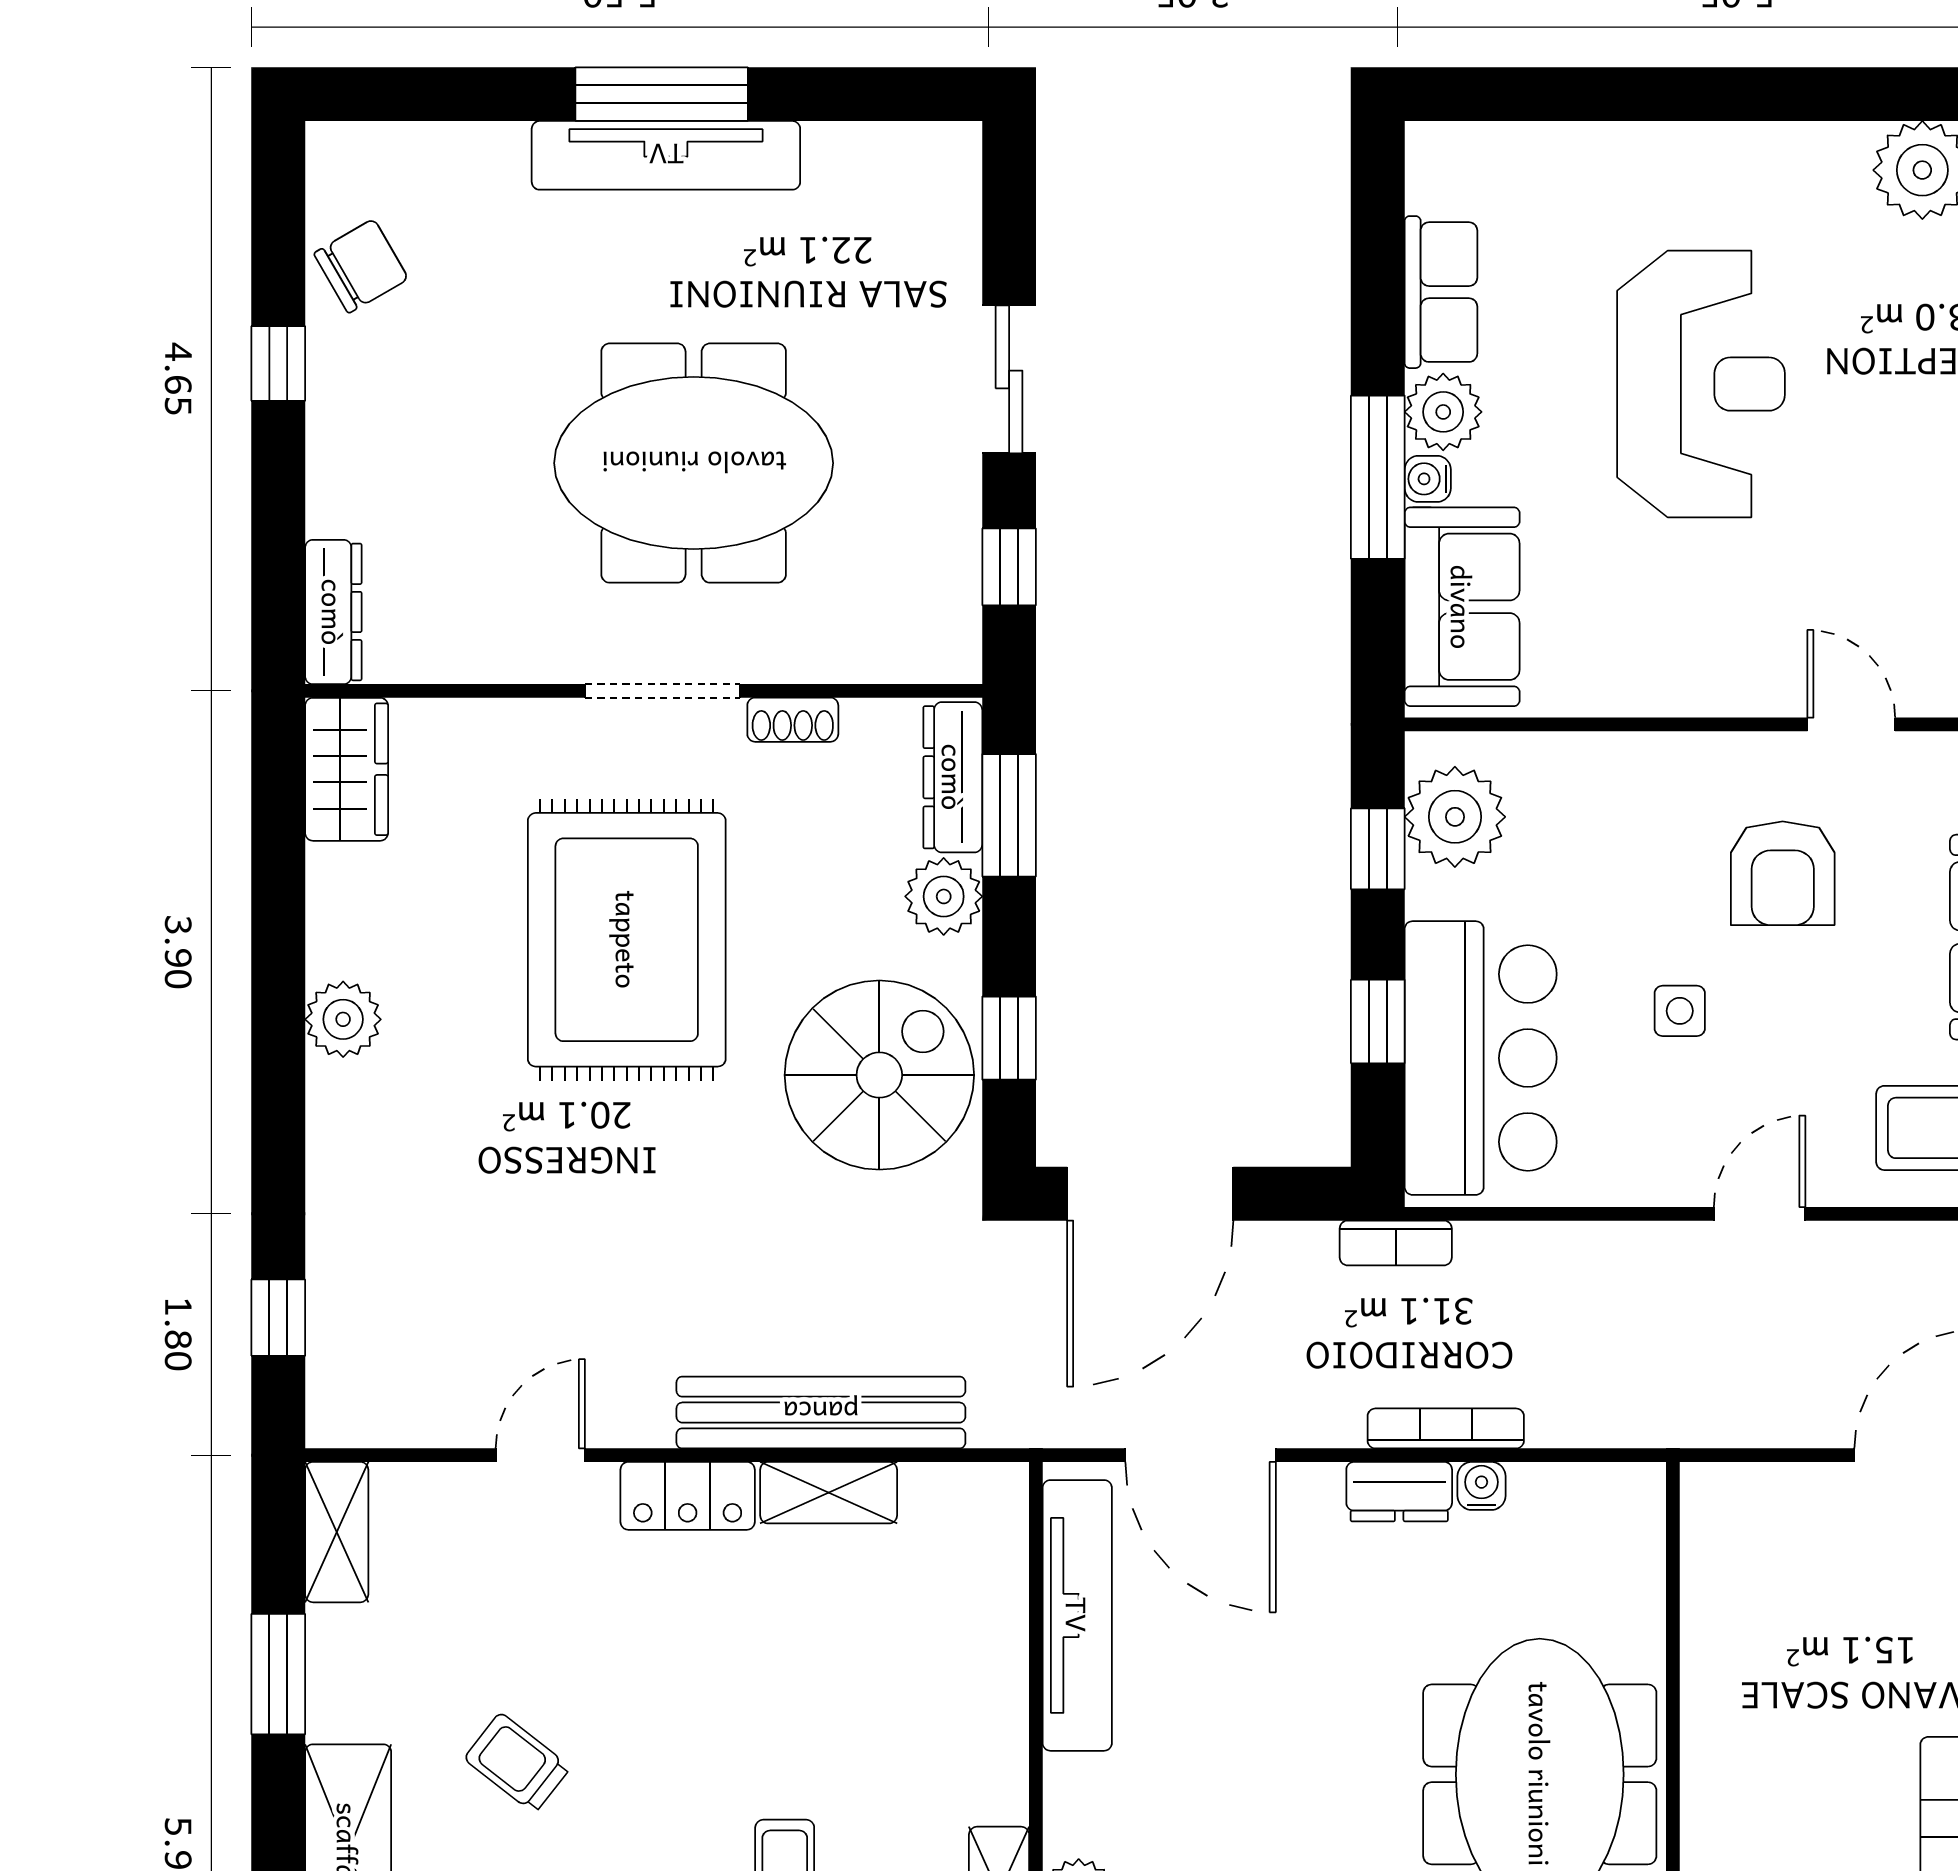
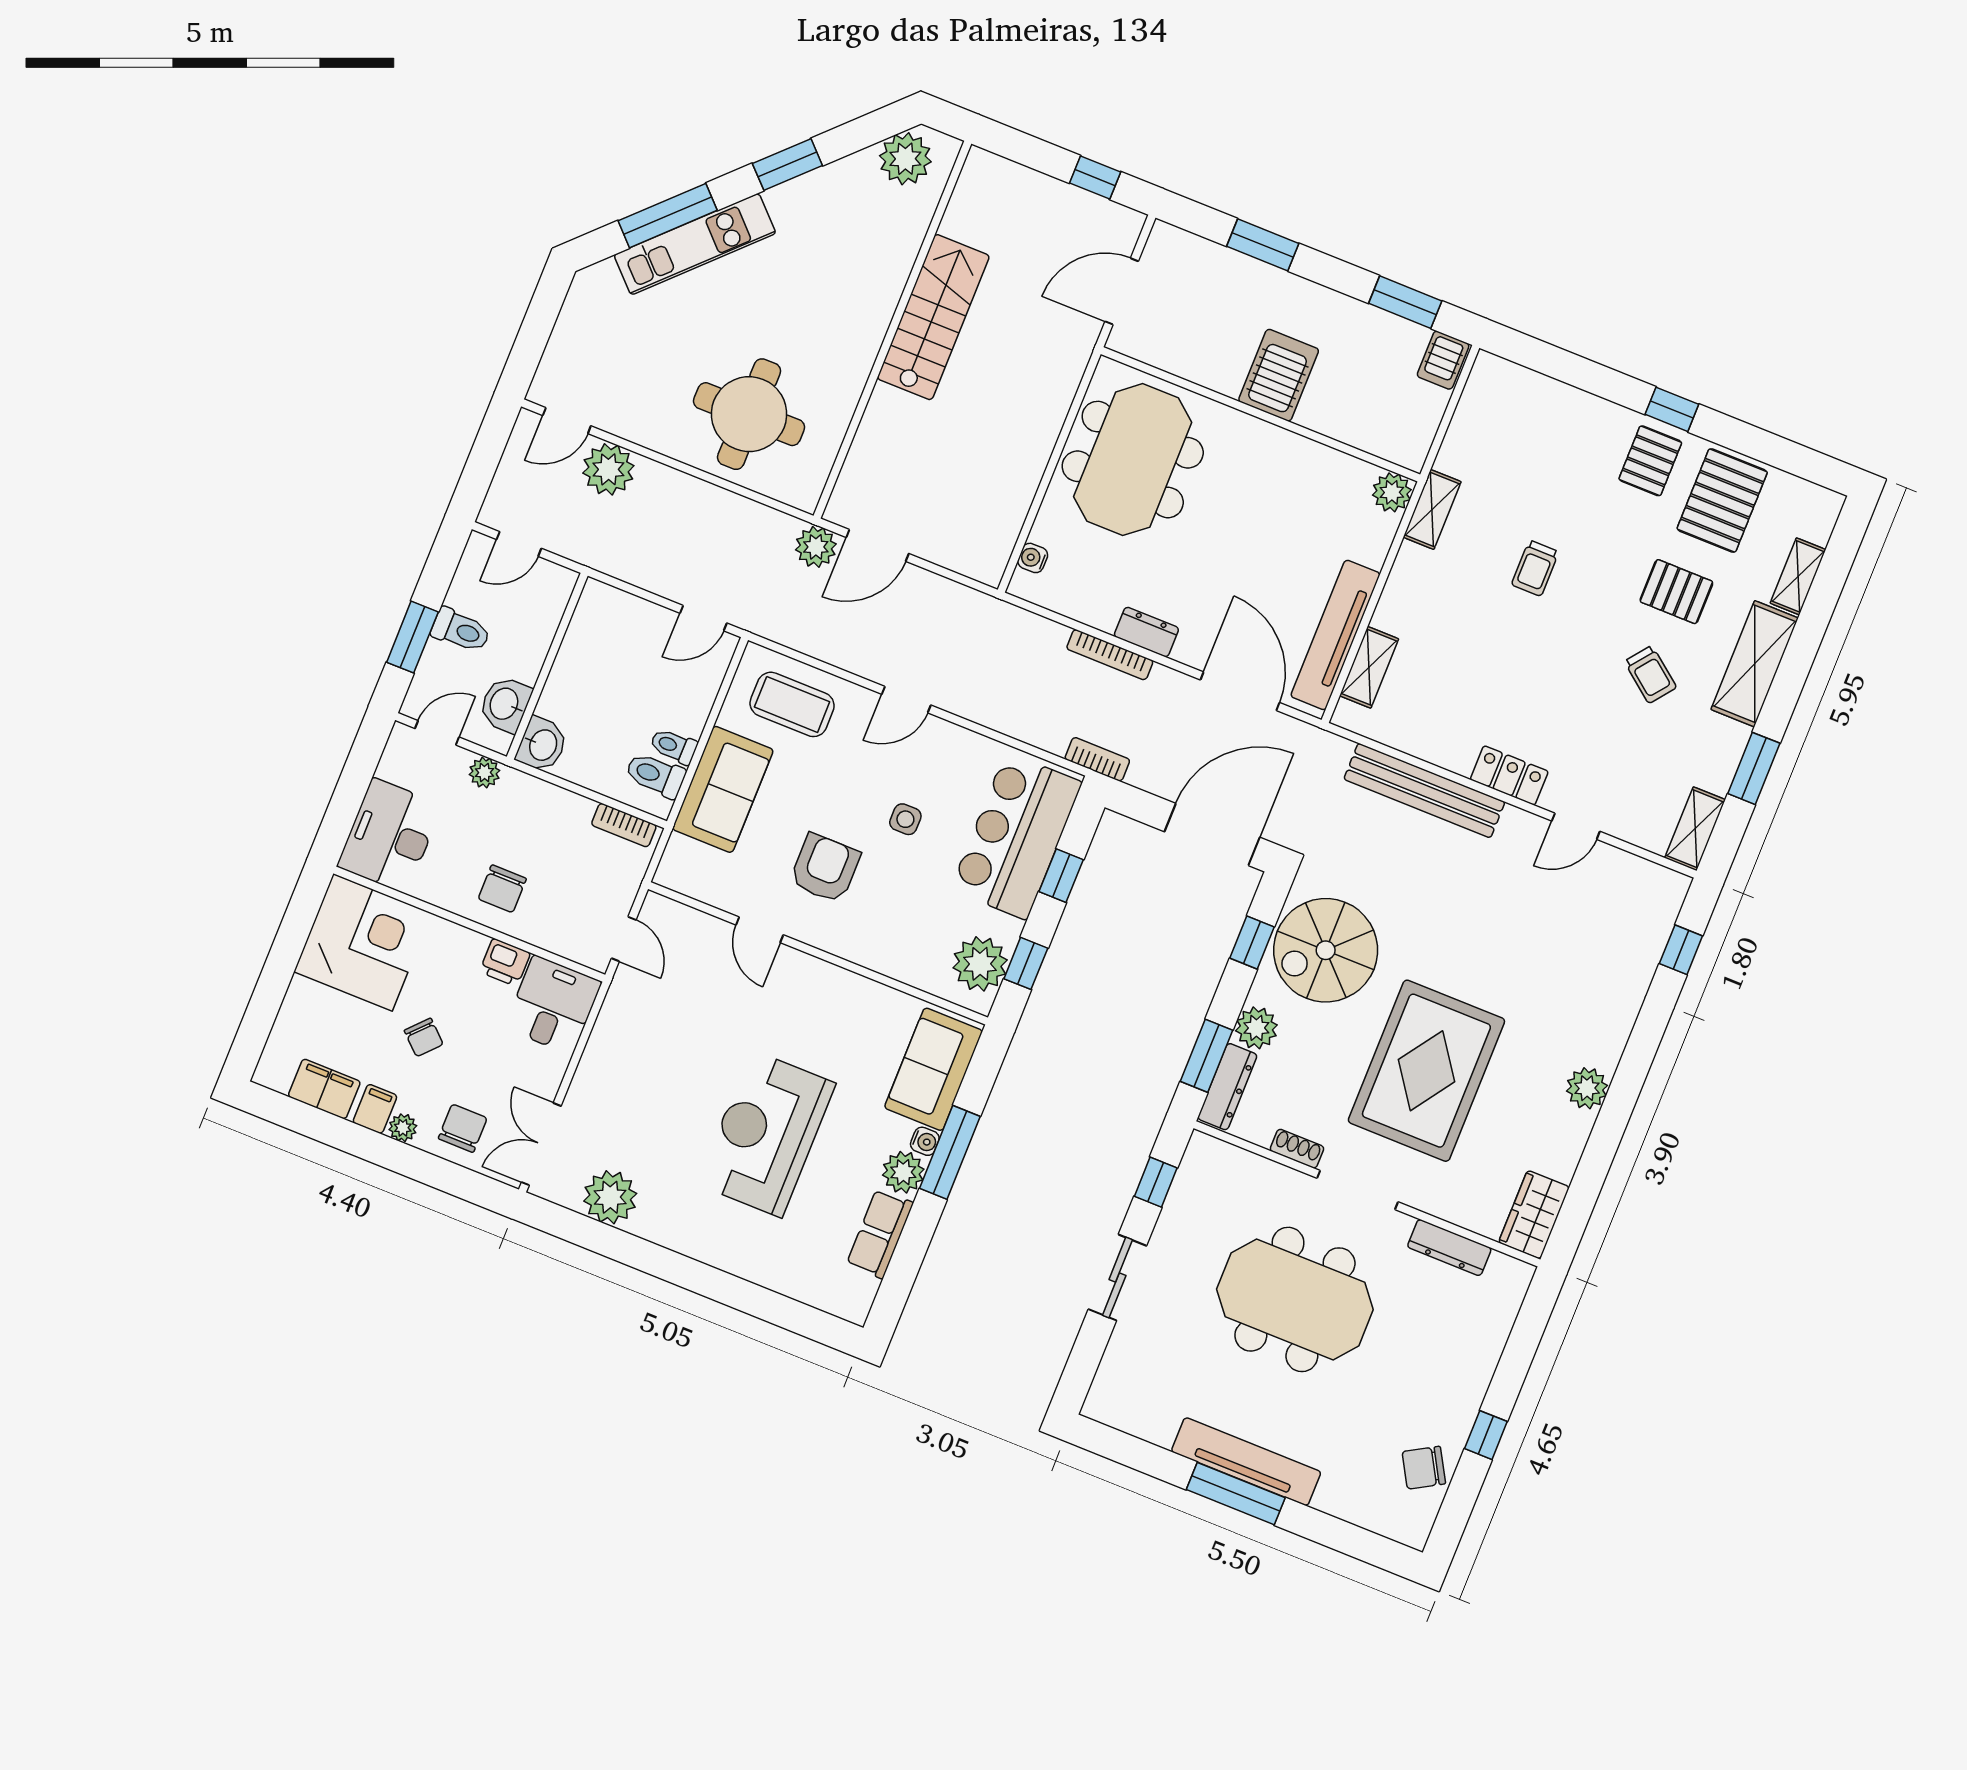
dresser: (333, 612) -> (1449, 1248), moved, turned -90
water cooler: (1481, 1486) -> (1033, 558), moved, turned 90
shelving: (829, 1493) -> (1369, 667), moved, turned 90

